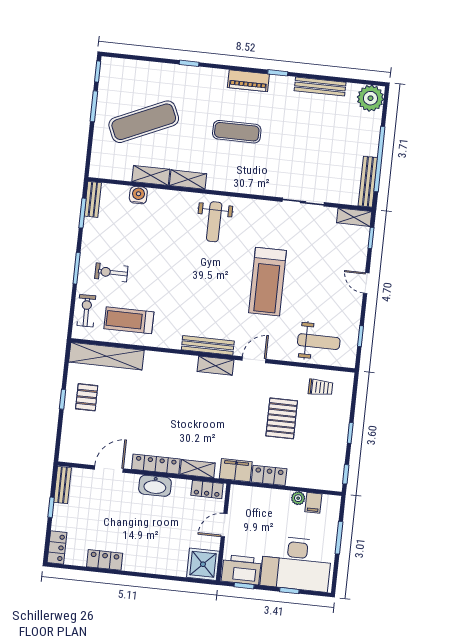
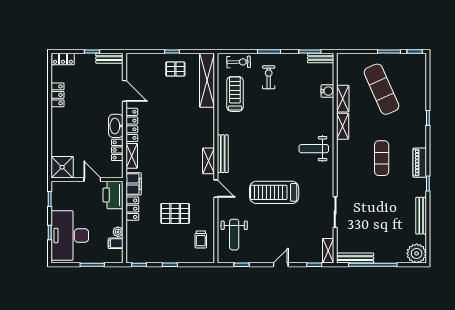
locker: (207, 489) -> (117, 150), moved
printer: (241, 570) -> (113, 195), moved, turned 180

